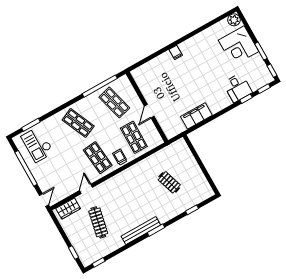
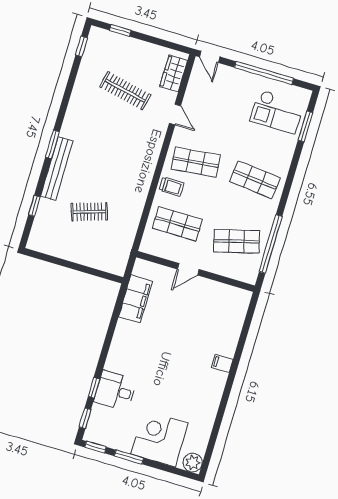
door: (149, 111) -> (188, 269), swing flipped
filing cabinet: (196, 116) -> (136, 299), moved
shop shelf: (78, 123) -> (255, 180), turned 30
checkout: (37, 144) -> (277, 112), turned 180
bench: (141, 231) -> (57, 168), moved

